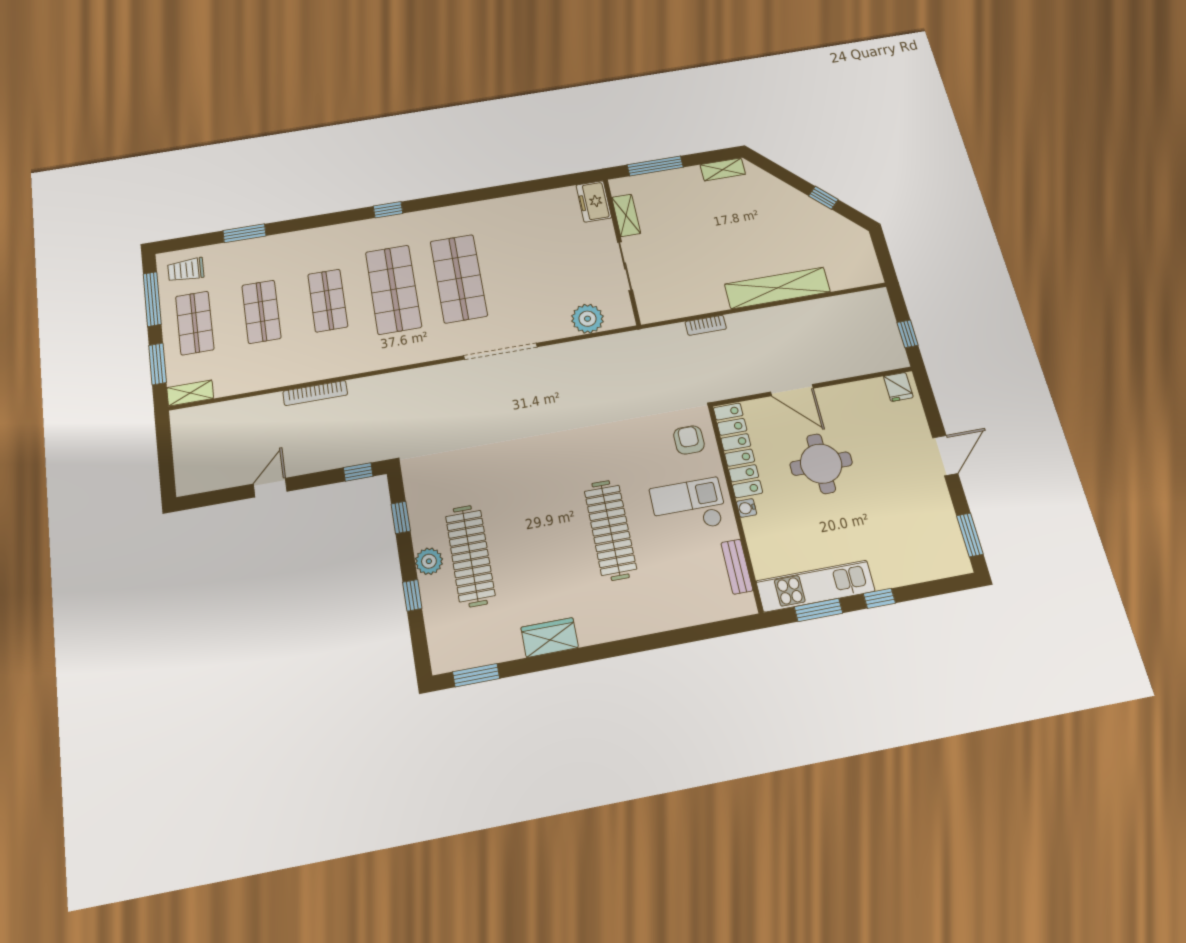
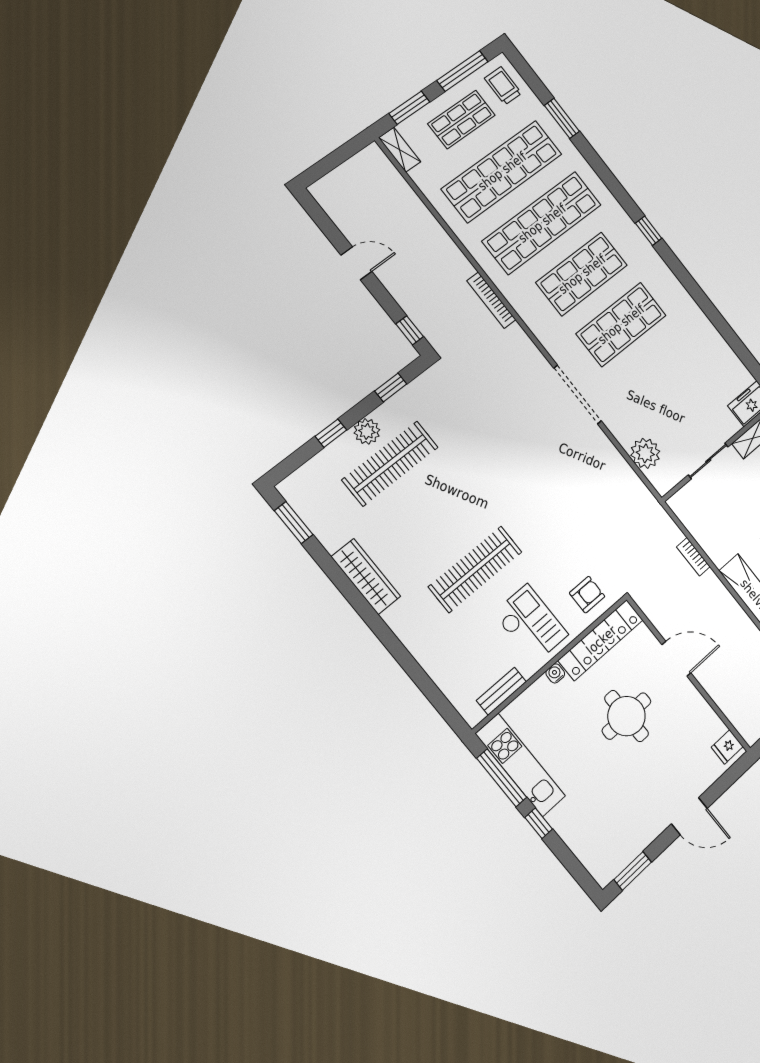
shop shelf: (328, 300) -> (542, 223), width x2.00, depth x1.36
shop shelf: (261, 312) -> (502, 171), width x2.00, depth x1.36
door: (792, 390) -> (676, 659), swing flipped
bookcase: (315, 393) -> (491, 300), moved
window: (818, 610) -> (502, 778), width x1.44
wardrobe: (550, 637) -> (366, 577), width x1.50

